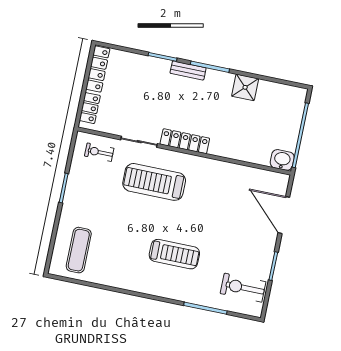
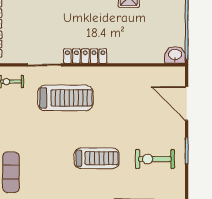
treadmill: (154, 182) -> (65, 98), turned 180
exercise bike: (243, 288) -> (155, 159), moved

